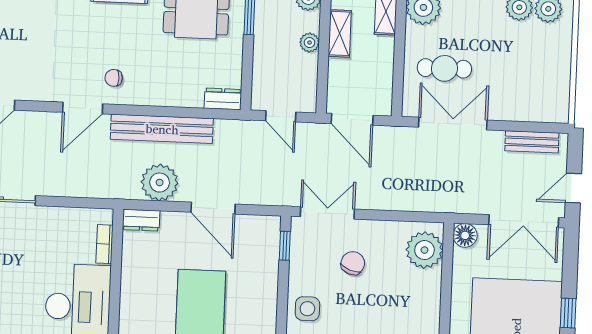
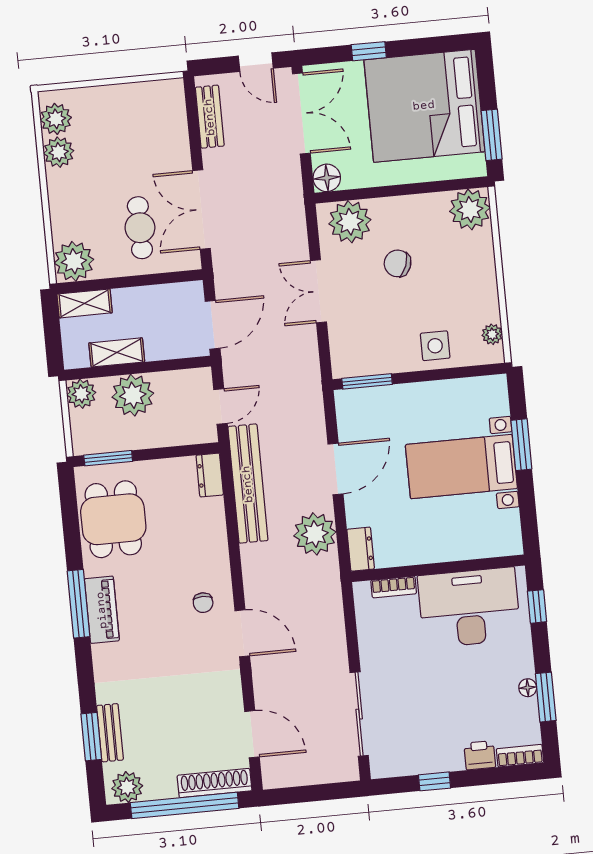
plant: (309, 43) -> (133, 395), width x1.88, depth x1.88
bench: (162, 129) -> (248, 484), moved
double door: (327, 213) -> (318, 291), moved
window: (285, 246) -> (367, 381), width x1.50
chair: (353, 263) -> (398, 263), moved
window: (568, 313) -> (369, 51), moved

